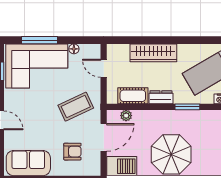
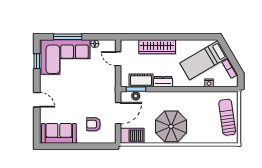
coffee table: (76, 107) -> (96, 89), removed
window: (187, 107) -> (136, 89), moved
armchair: (72, 152) -> (94, 124), turned 180

